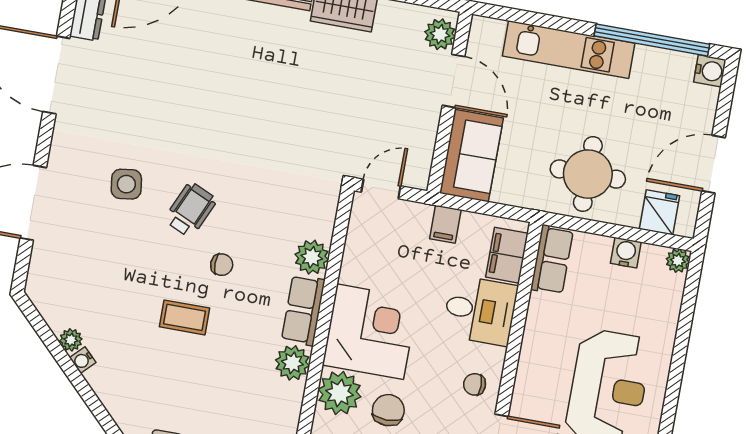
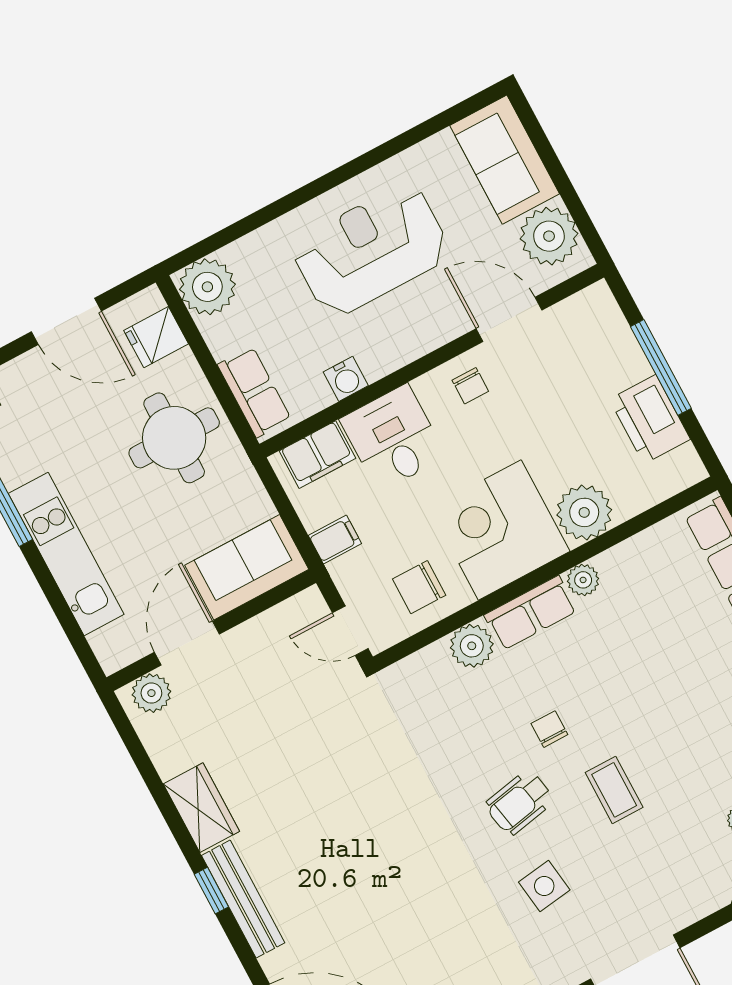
wheelchair: (190, 210) -> (520, 803), turned -35
water cooler: (626, 253) -> (346, 379), moved, turned -90
row of seats: (552, 260) -> (254, 392), moved, turned 90
plant: (678, 261) -> (207, 287), width x1.88, depth x1.88
coffee table: (184, 317) -> (614, 790), moved
plant: (292, 363) -> (583, 580), width x0.73, depth x0.73
chair: (388, 410) -> (419, 587), moved

